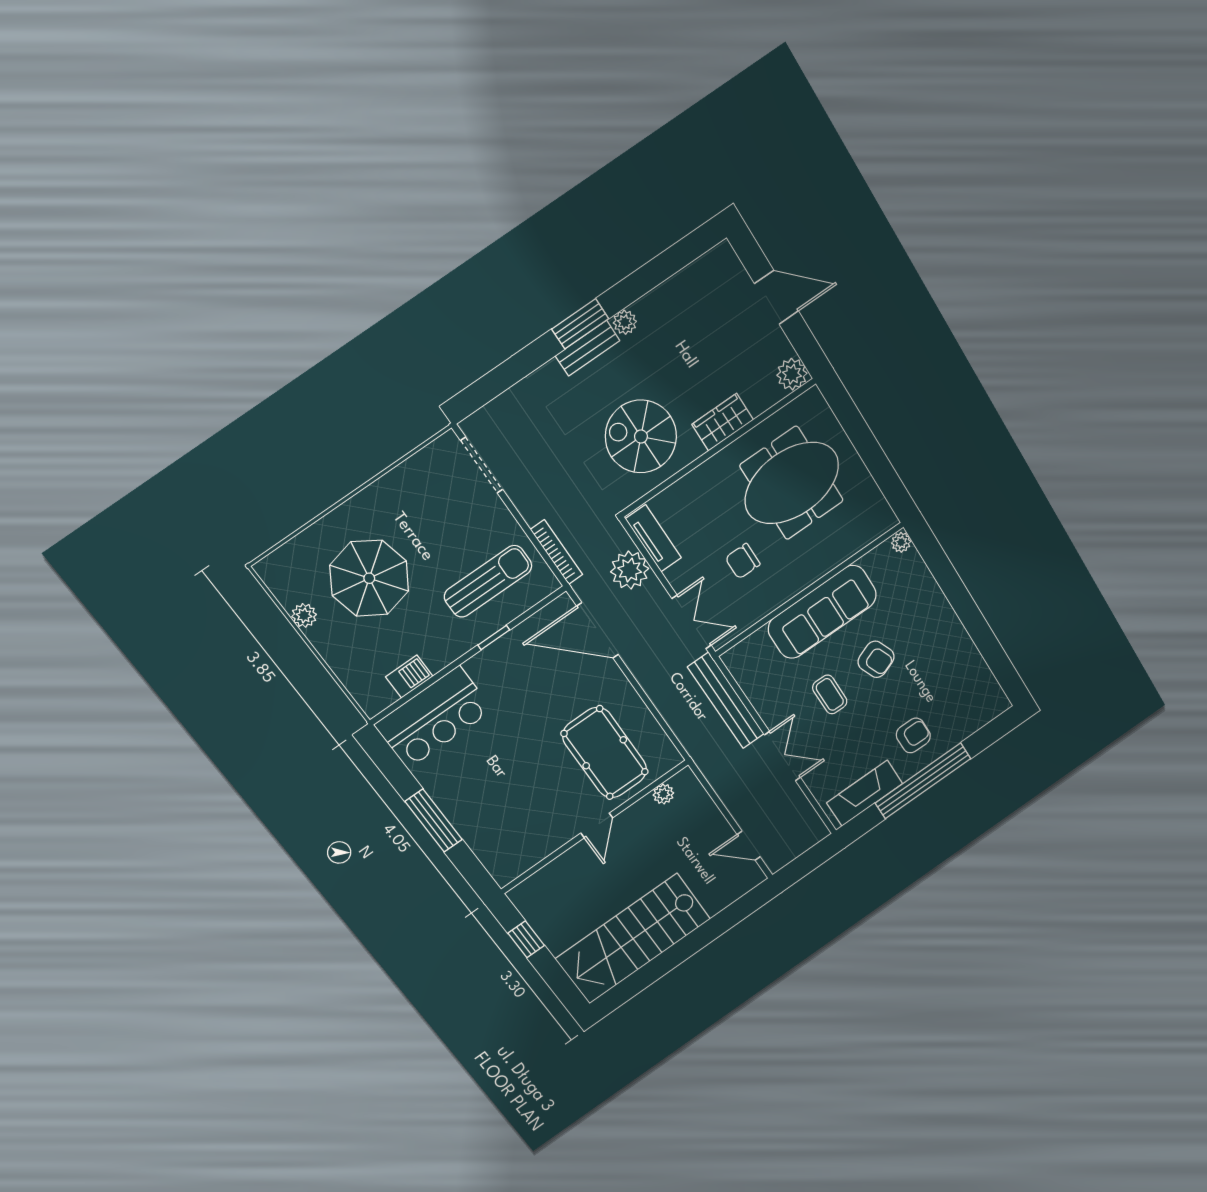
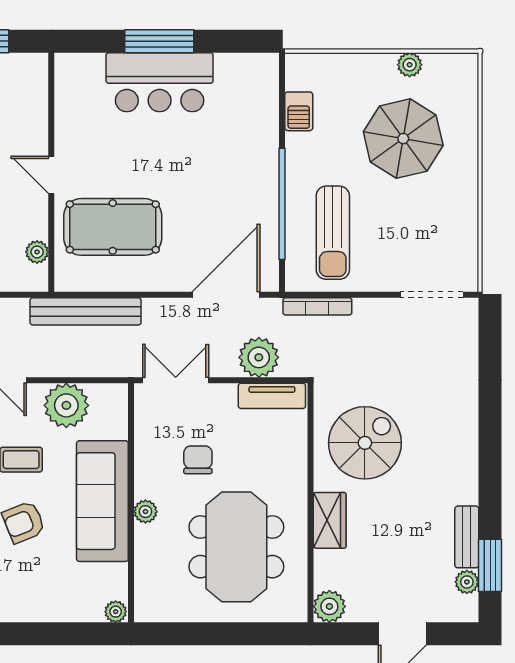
plant: (625, 322) -> (467, 582), moved
window: (580, 324) -> (490, 565), moved
bench: (588, 348) -> (467, 537), moved
plant: (809, 573) -> (145, 512), added
double door: (692, 622) -> (176, 380), swing flipped
window: (494, 637) -> (282, 204), width x3.17
plant: (766, 690) -> (66, 405), added
bench: (726, 701) -> (86, 311), moved
bar counter: (434, 717) -> (160, 82), moved, turned -90

